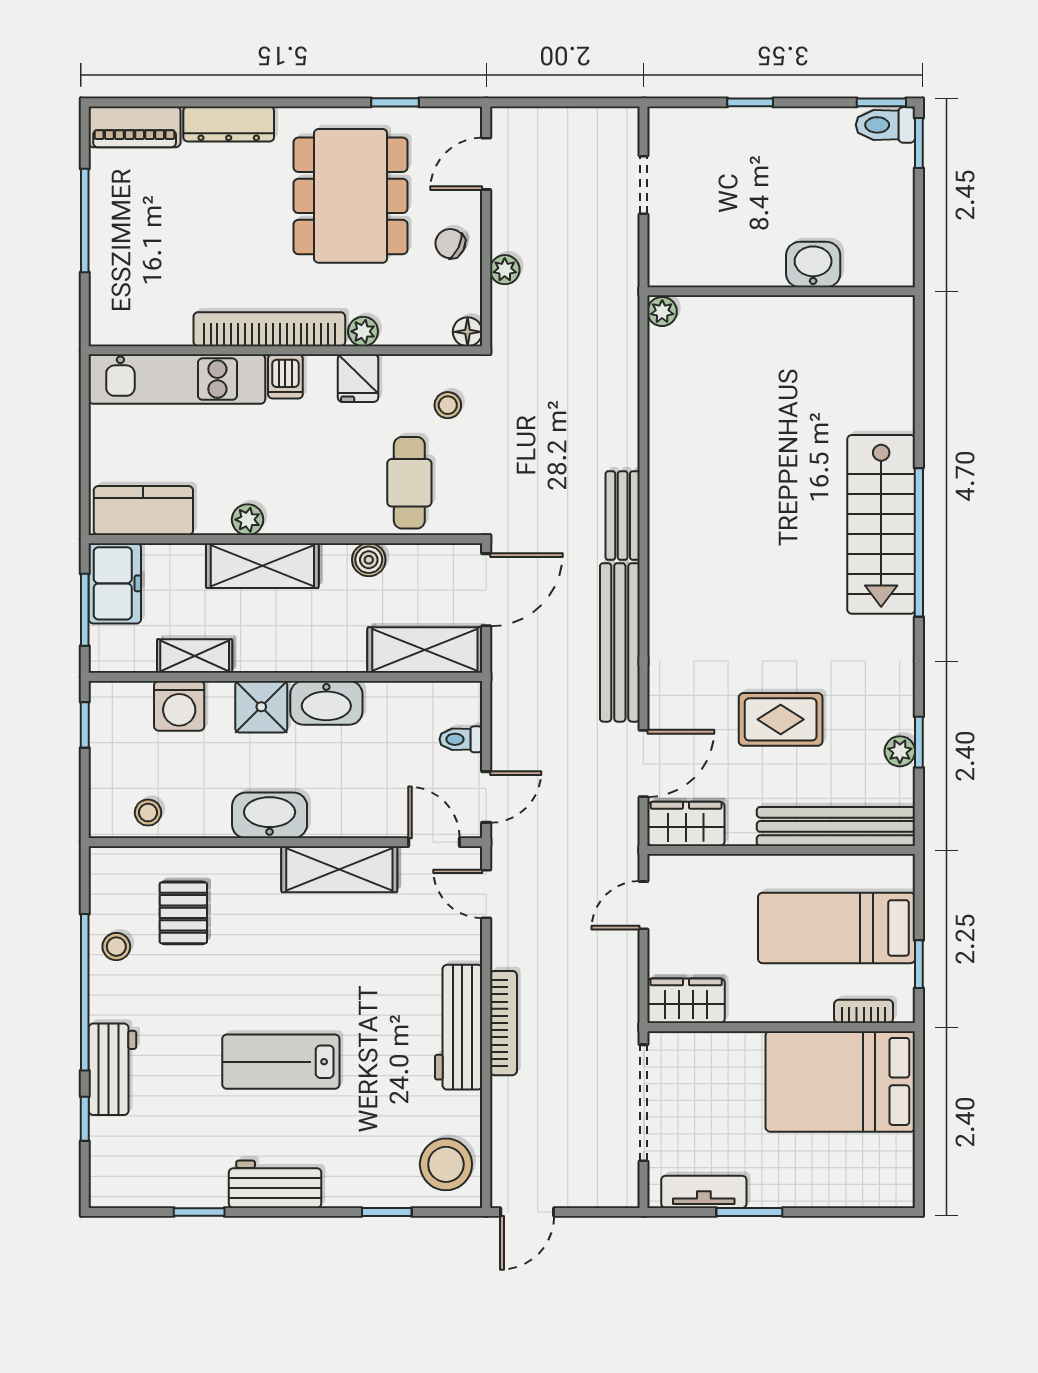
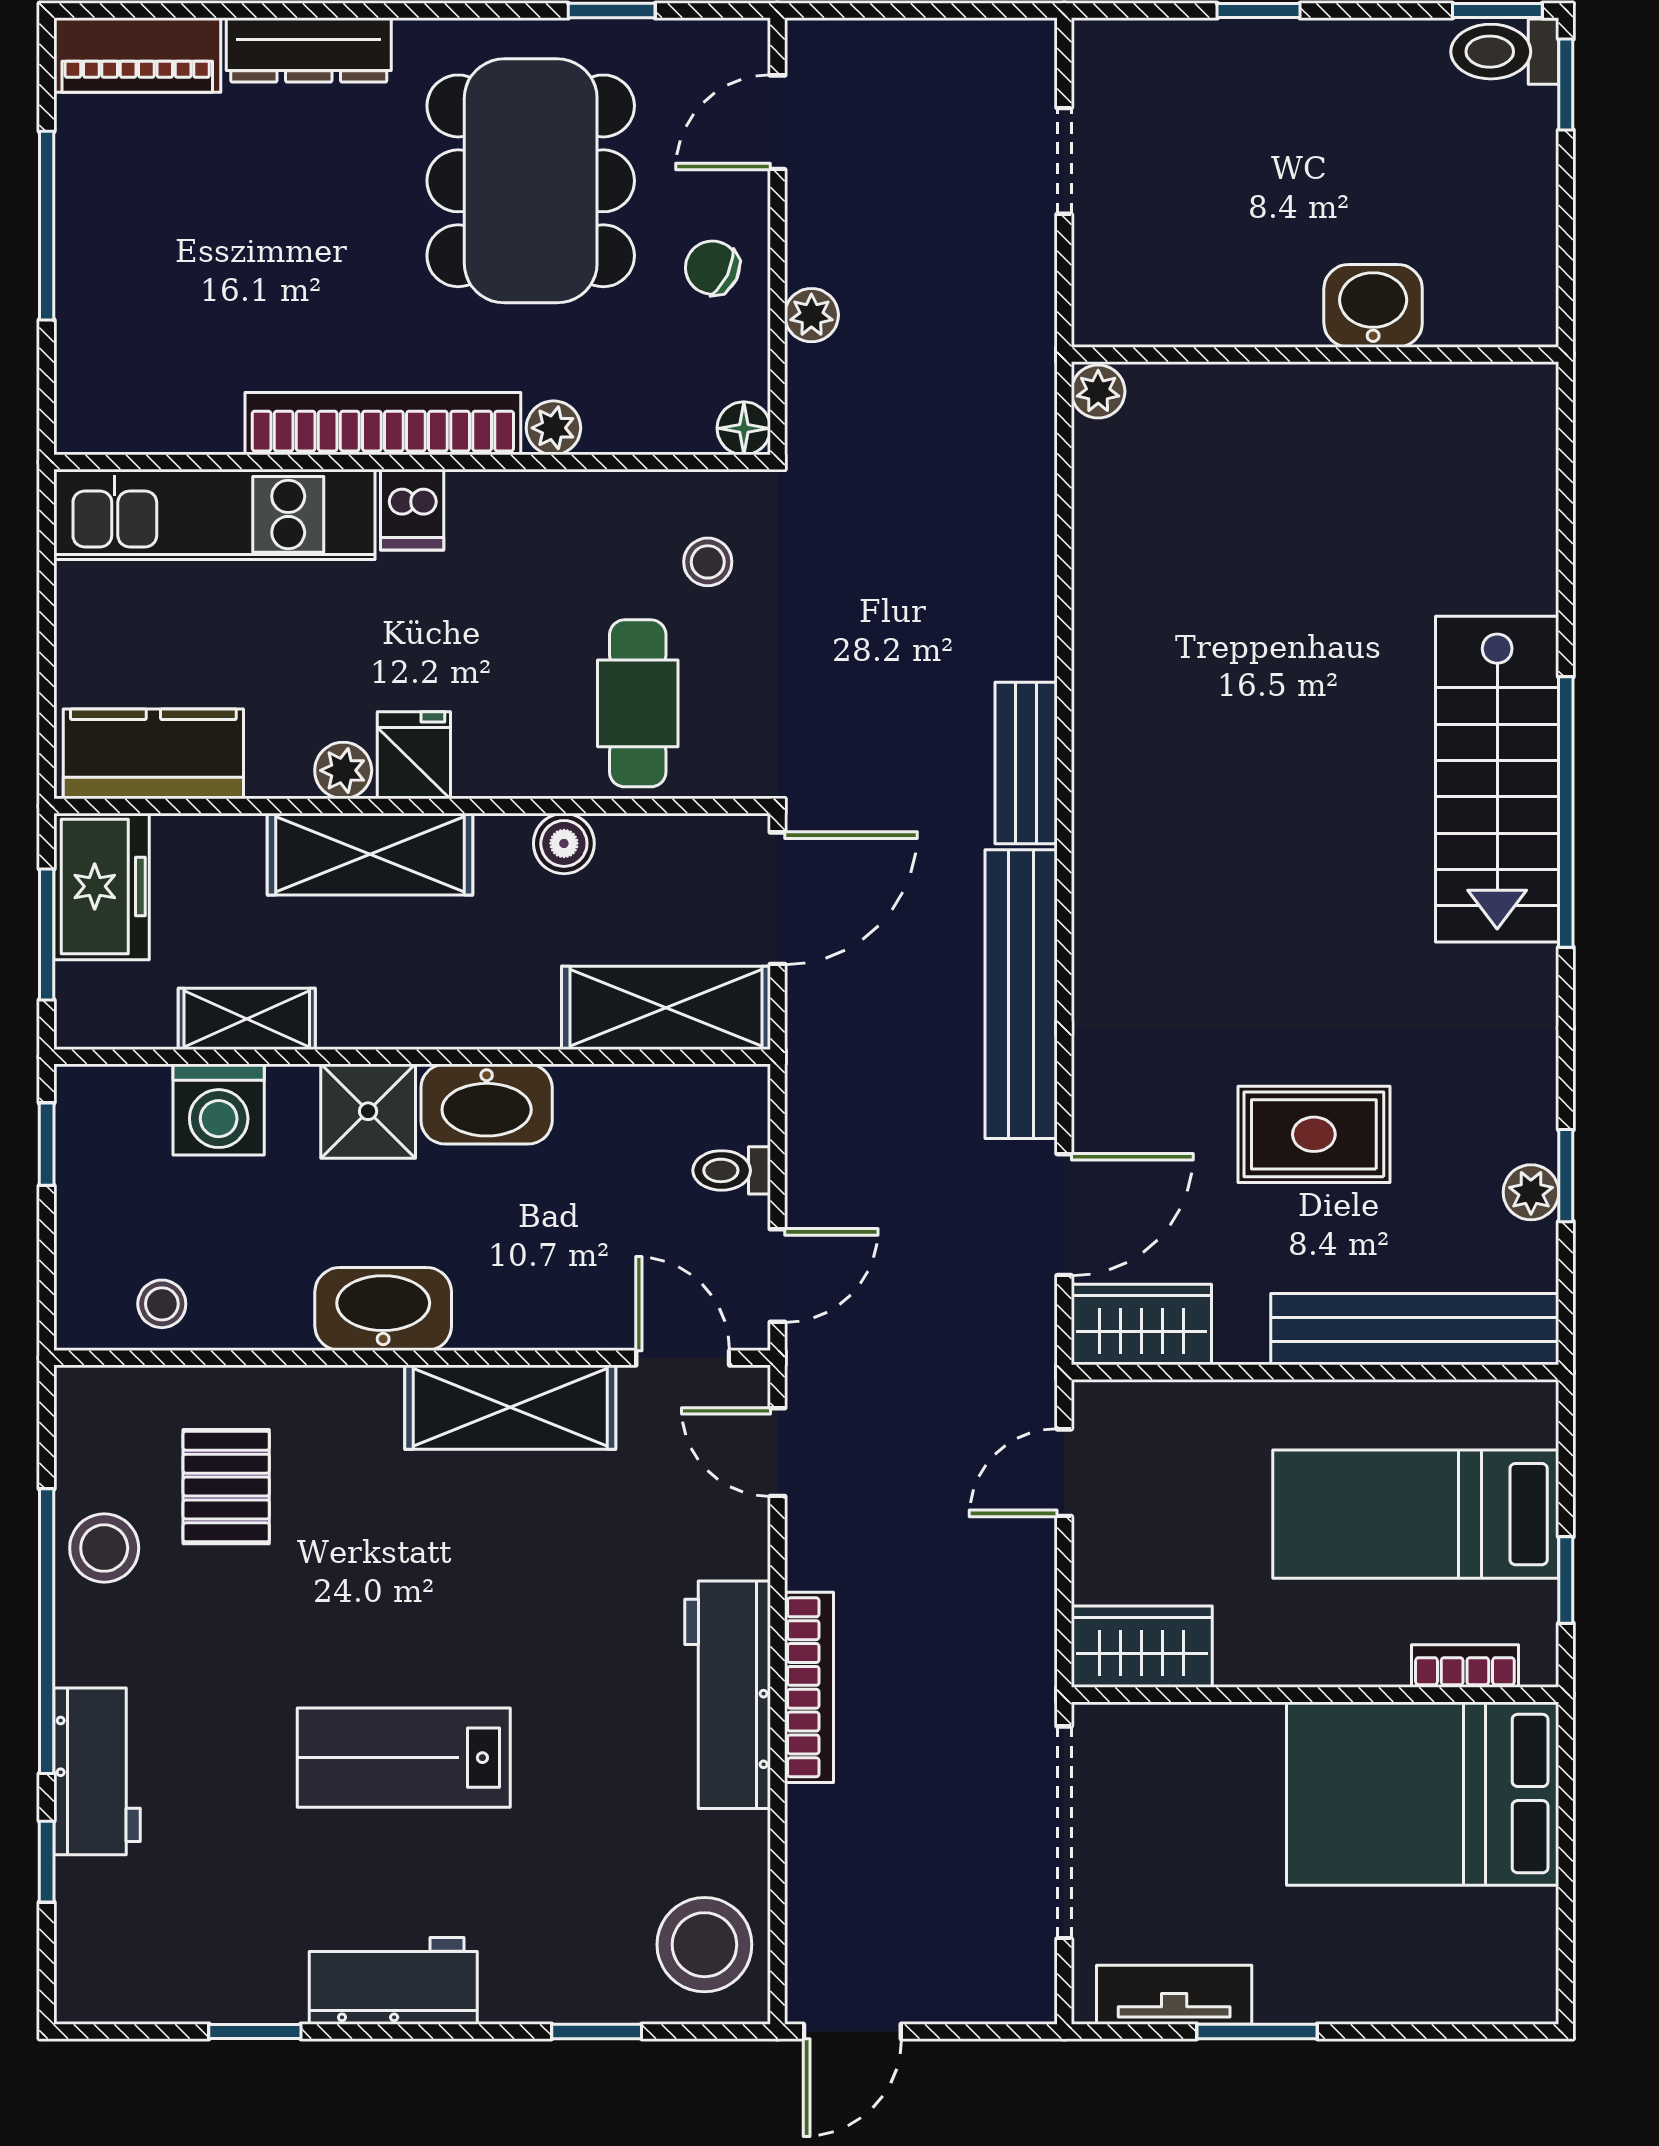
fridge: (358, 378) -> (414, 755), moved, turned 180
stool: (116, 947) -> (104, 1548), width x1.37, depth x1.37

